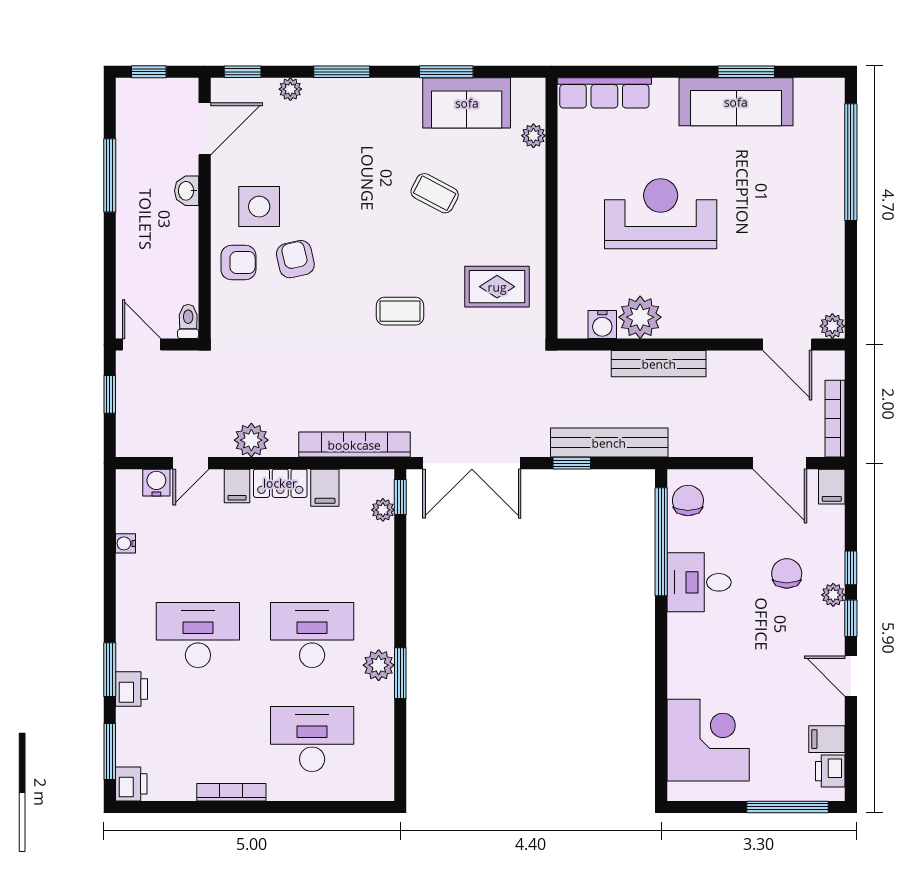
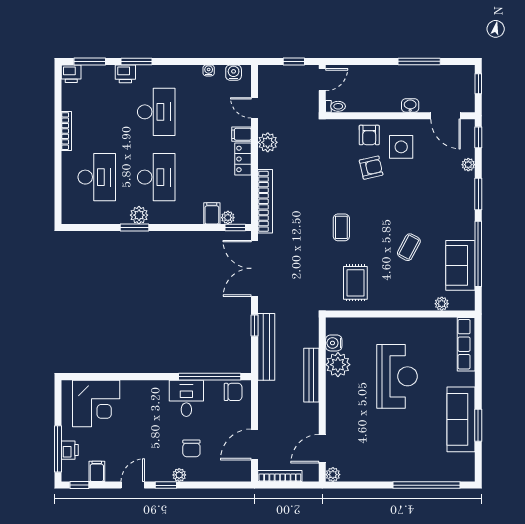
window: (446, 72) -> (478, 254), width x2.11
water cooler: (156, 483) -> (234, 73), moved, turned -90
filing cabinet: (832, 487) -> (241, 474), removed
filing cabinet: (325, 488) -> (212, 213), moved, turned 90
window: (851, 568) -> (79, 485), moved
chair: (787, 573) -> (191, 448), turned 90
printer: (830, 771) -> (70, 450), moved, turned 90

